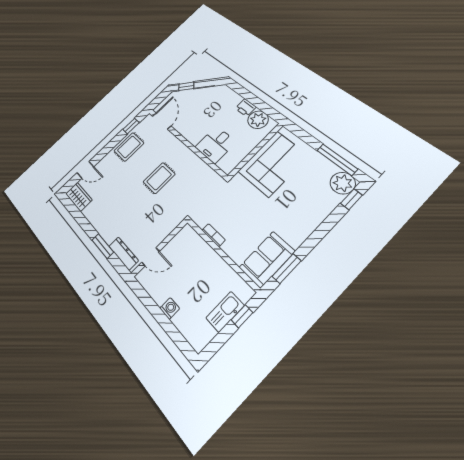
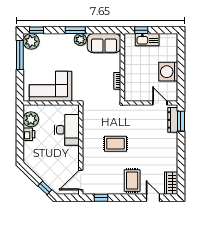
desk: (216, 145) -> (67, 130), width x1.37
rug: (129, 147) -> (132, 181), moved, turned 90
plant: (295, 237) -> (80, 40), added
window: (103, 246) -> (181, 121), moved
window: (287, 269) -> (75, 30), moved
washing machine: (170, 308) -> (168, 72), width x1.89, depth x1.89

